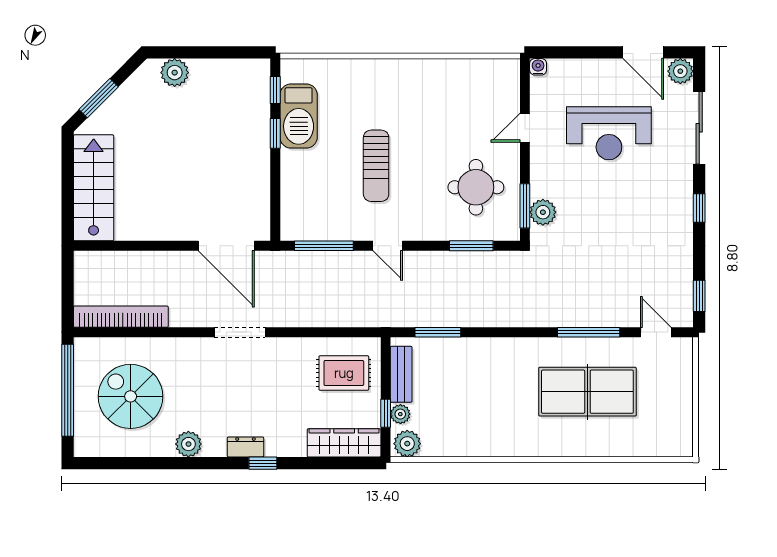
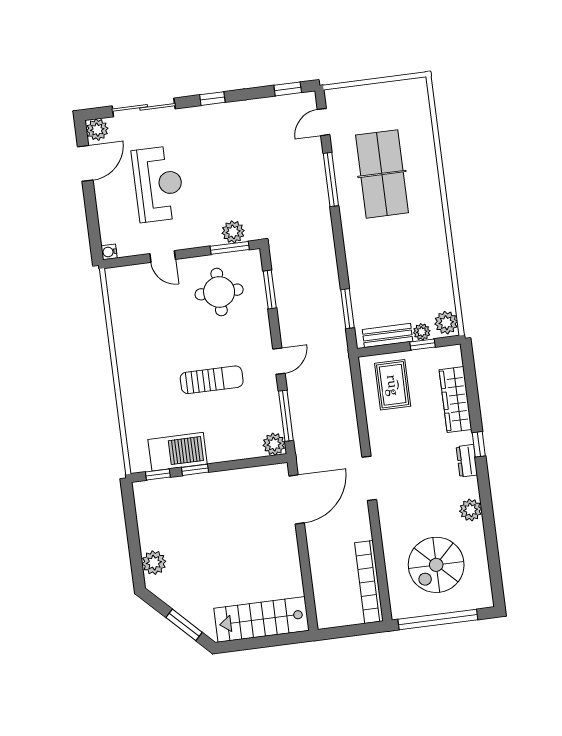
plant: (293, 228) -> (274, 444), added
wardrobe: (344, 443) -> (455, 400), moved

